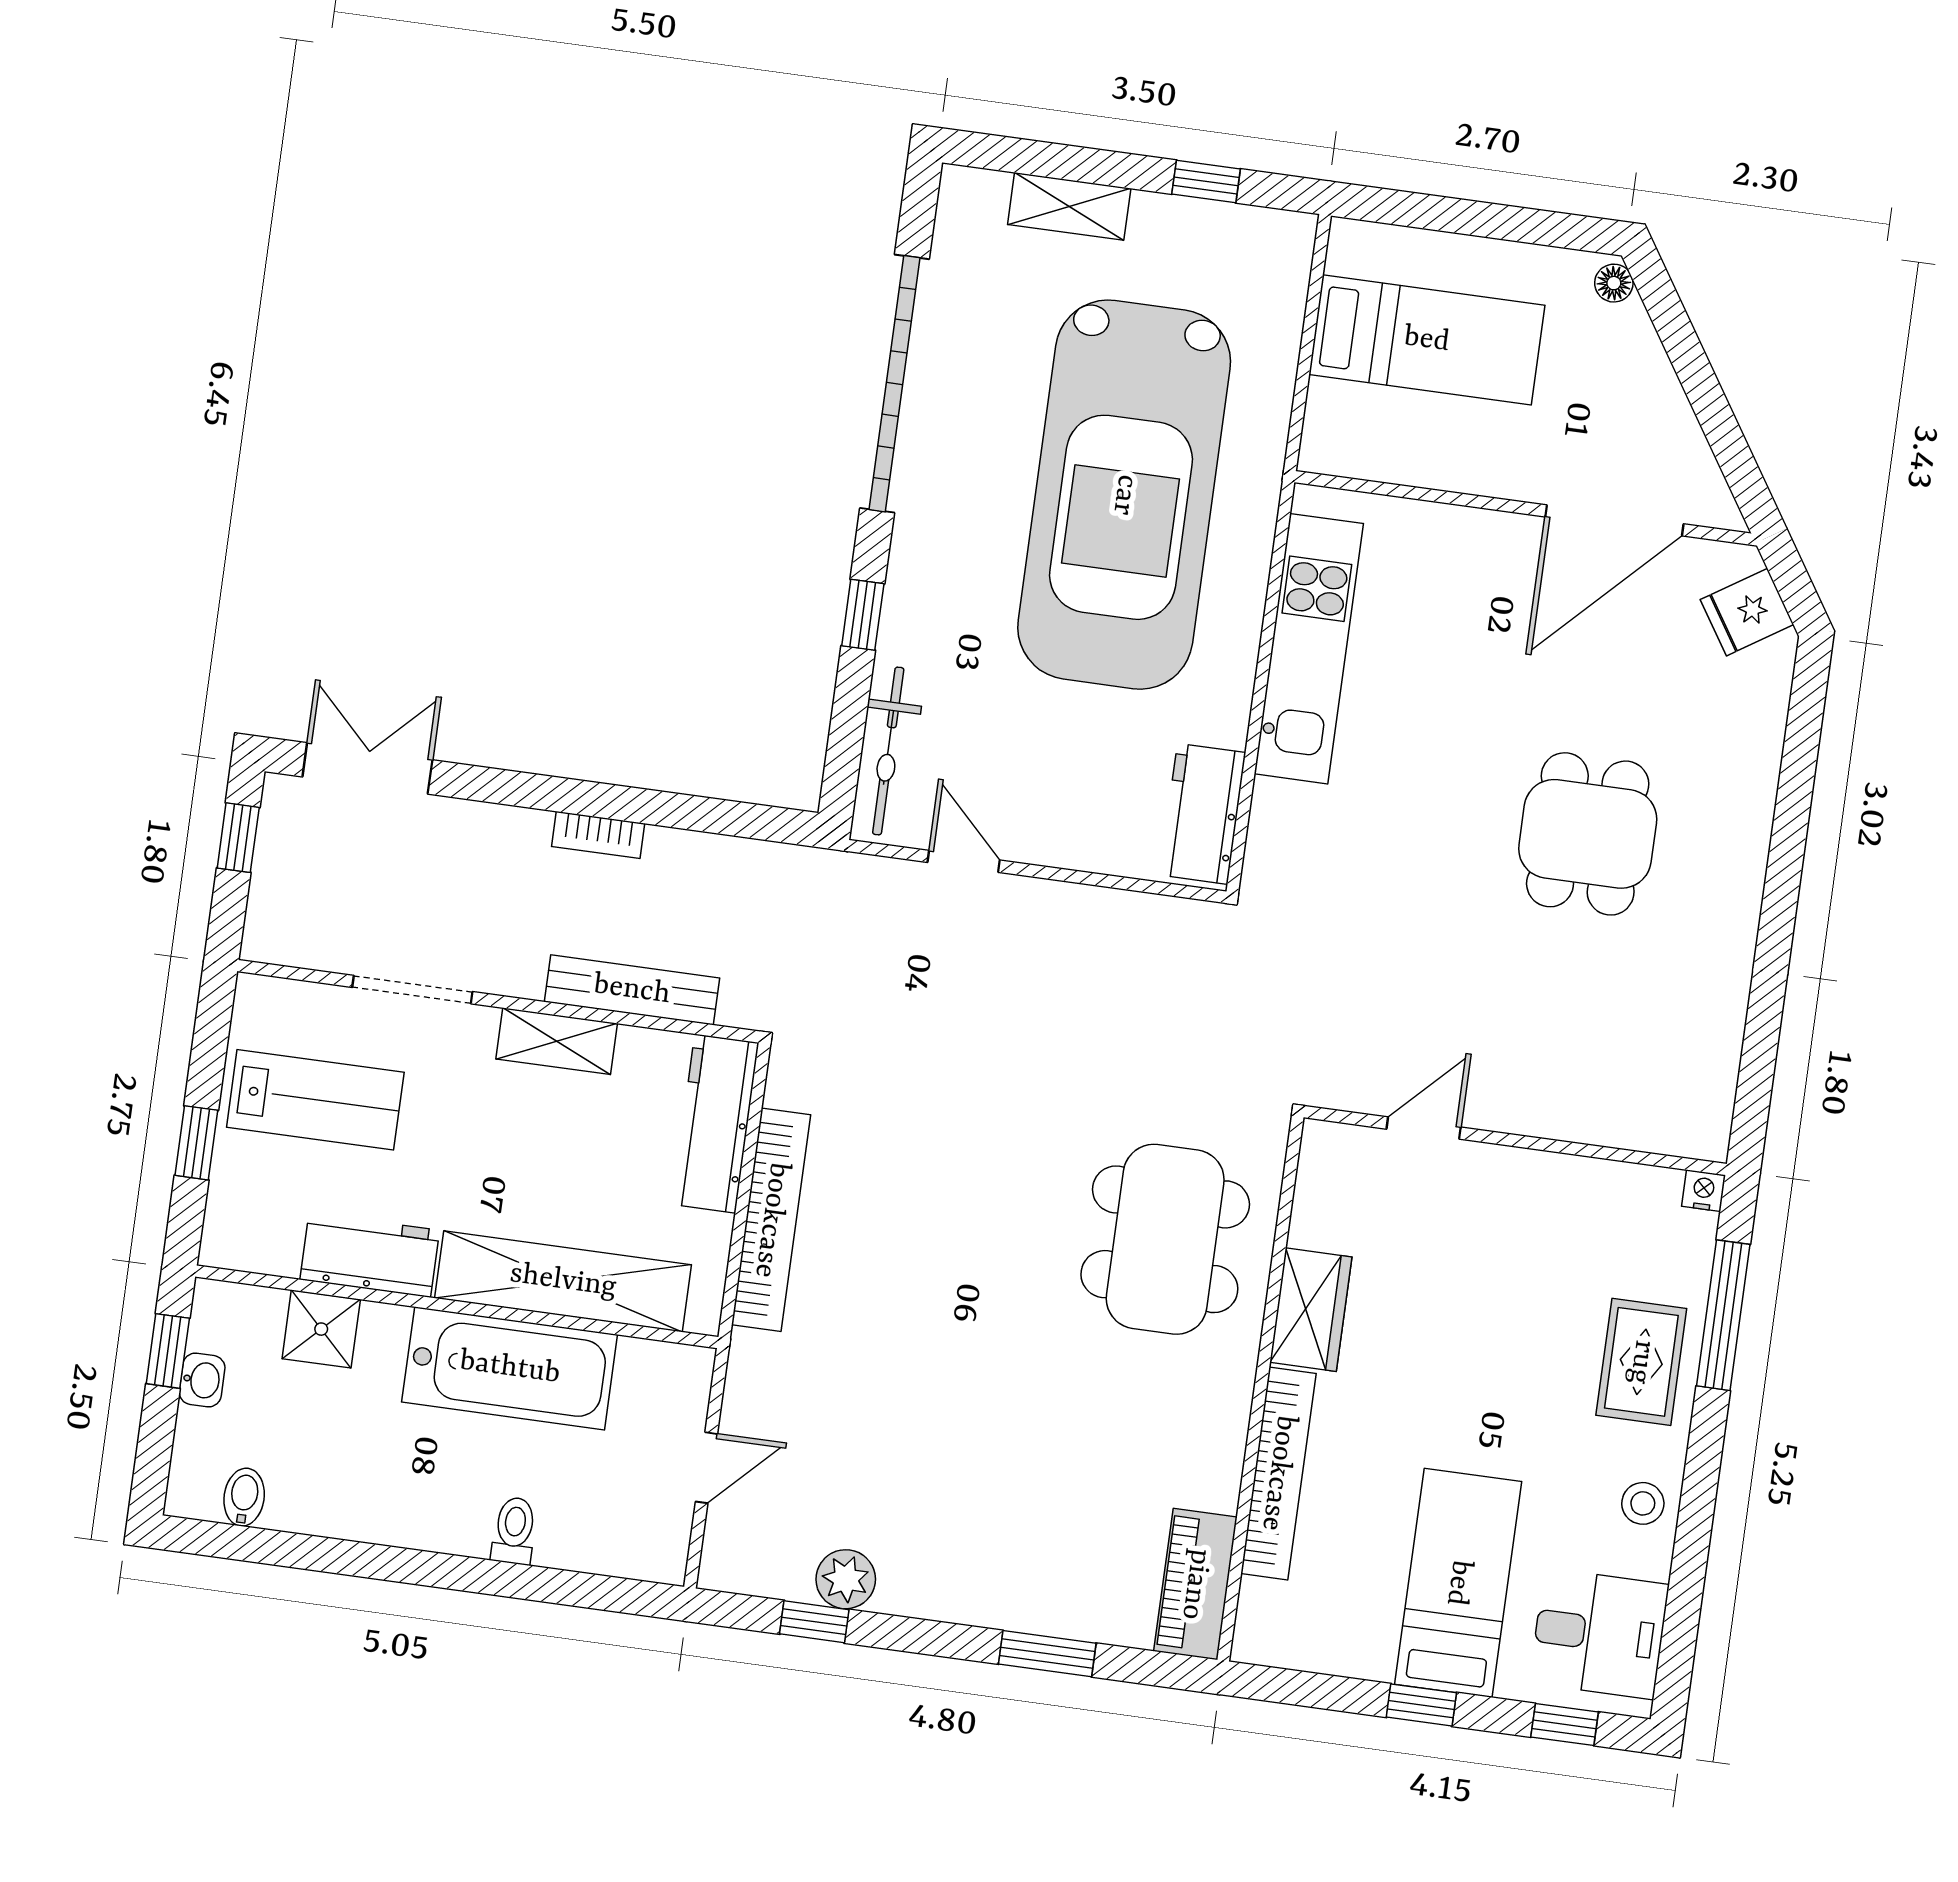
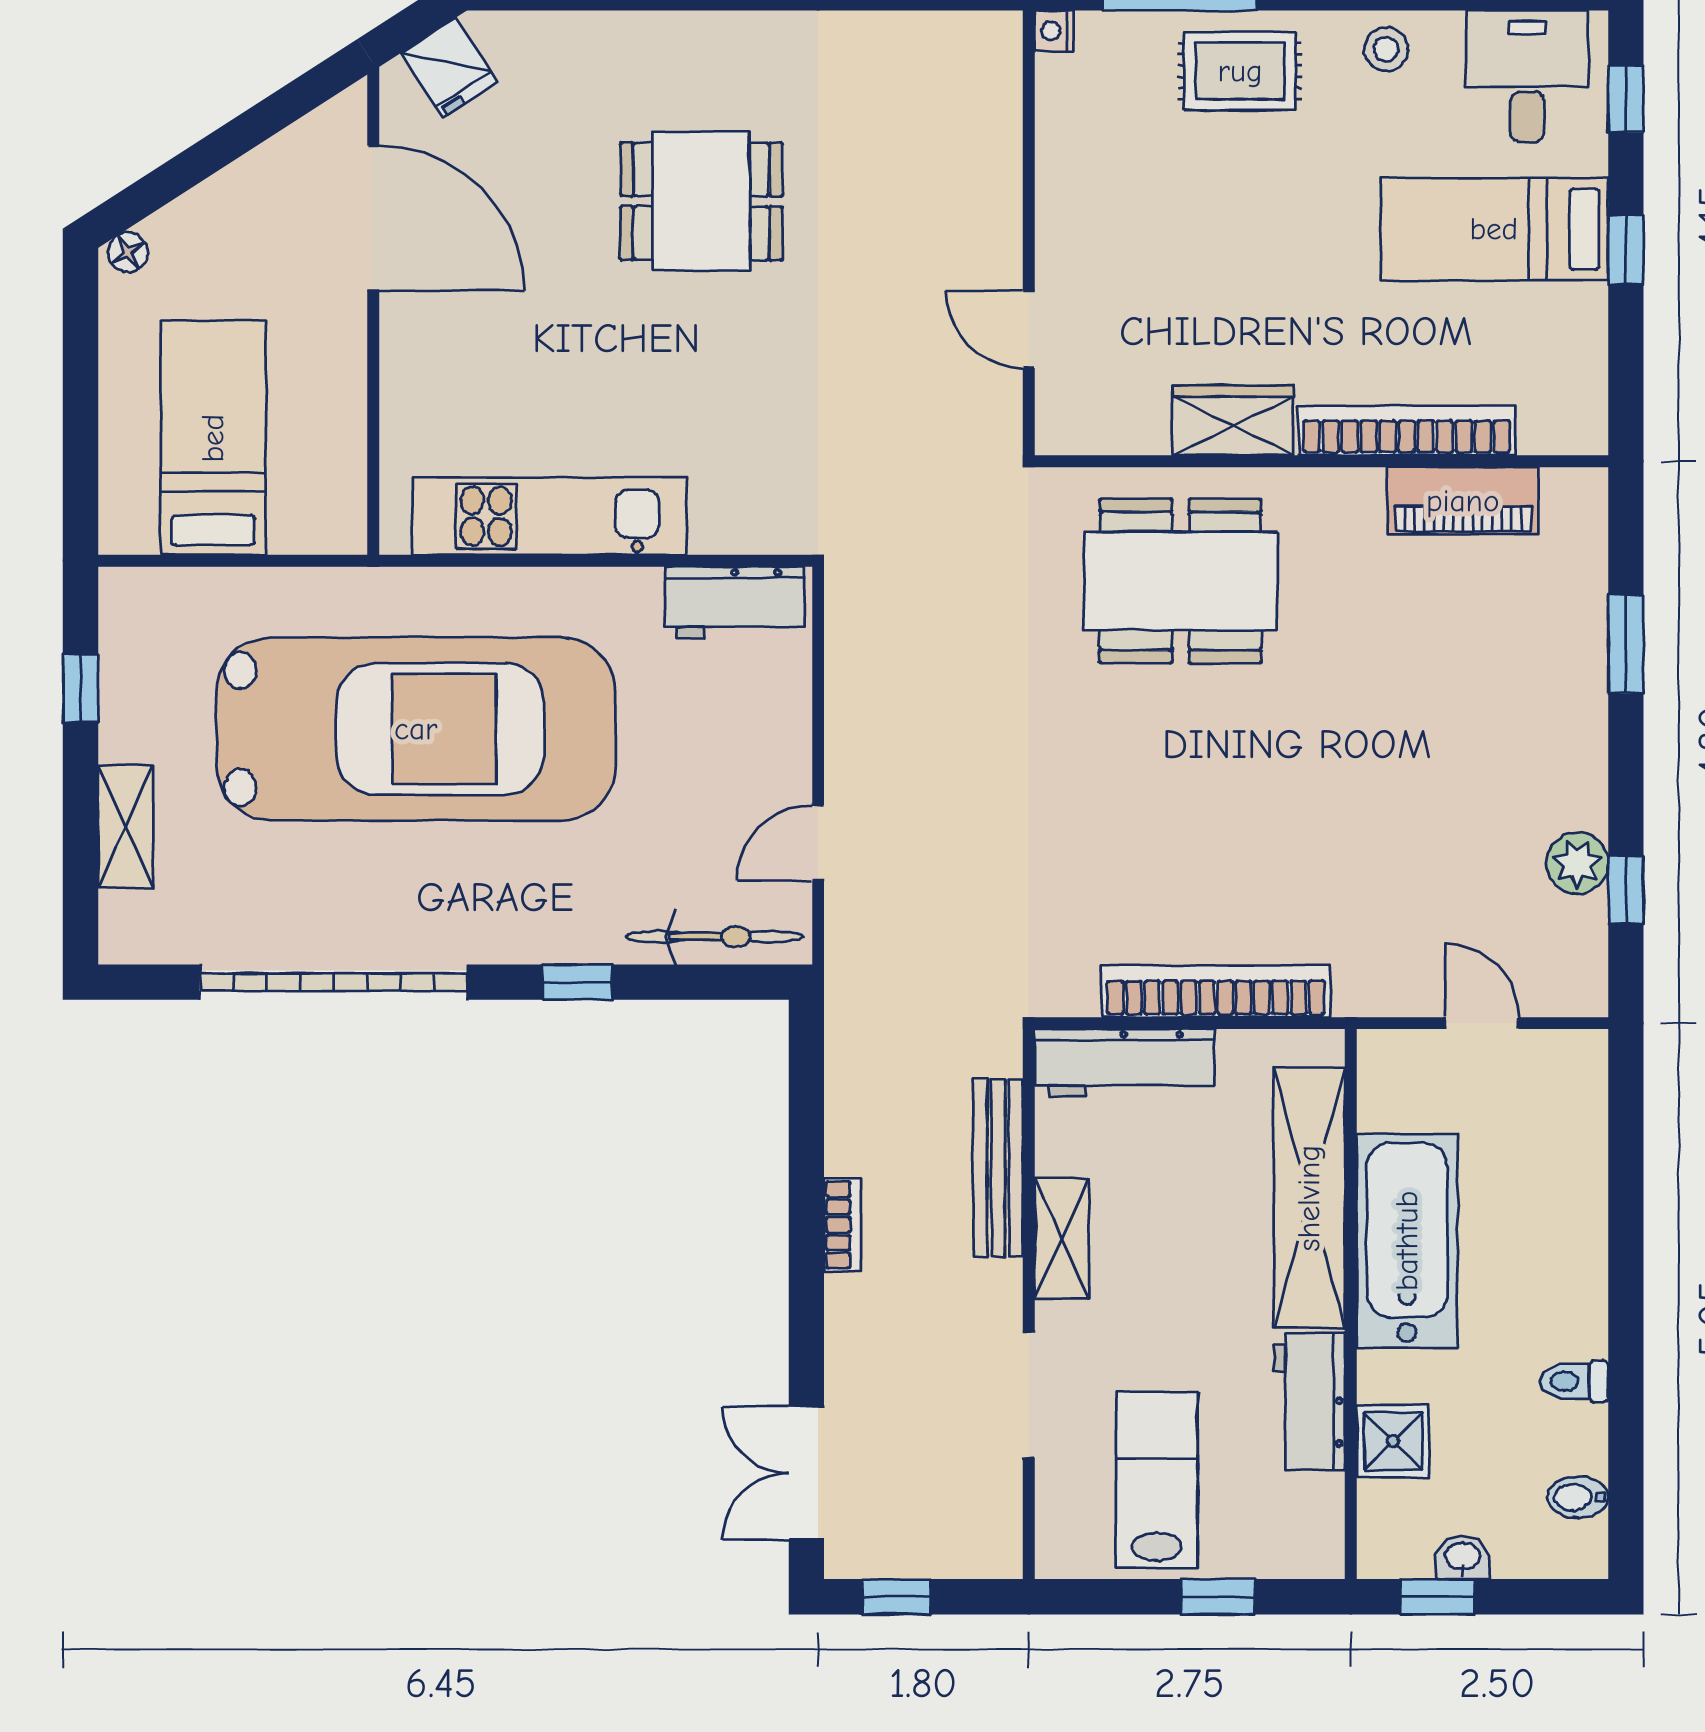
toilet: (514, 1531) -> (1574, 1381), moved
piano: (1195, 1584) -> (1463, 501), moved

